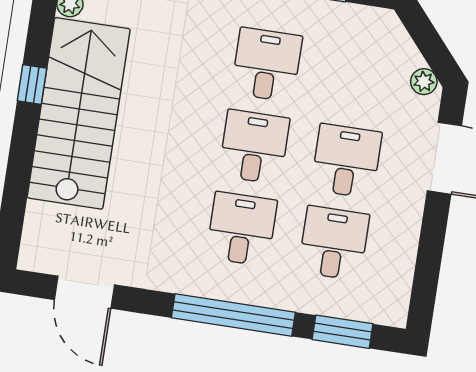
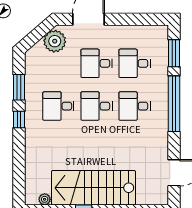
plant: (424, 82) -> (55, 41), width x1.88, depth x1.88

